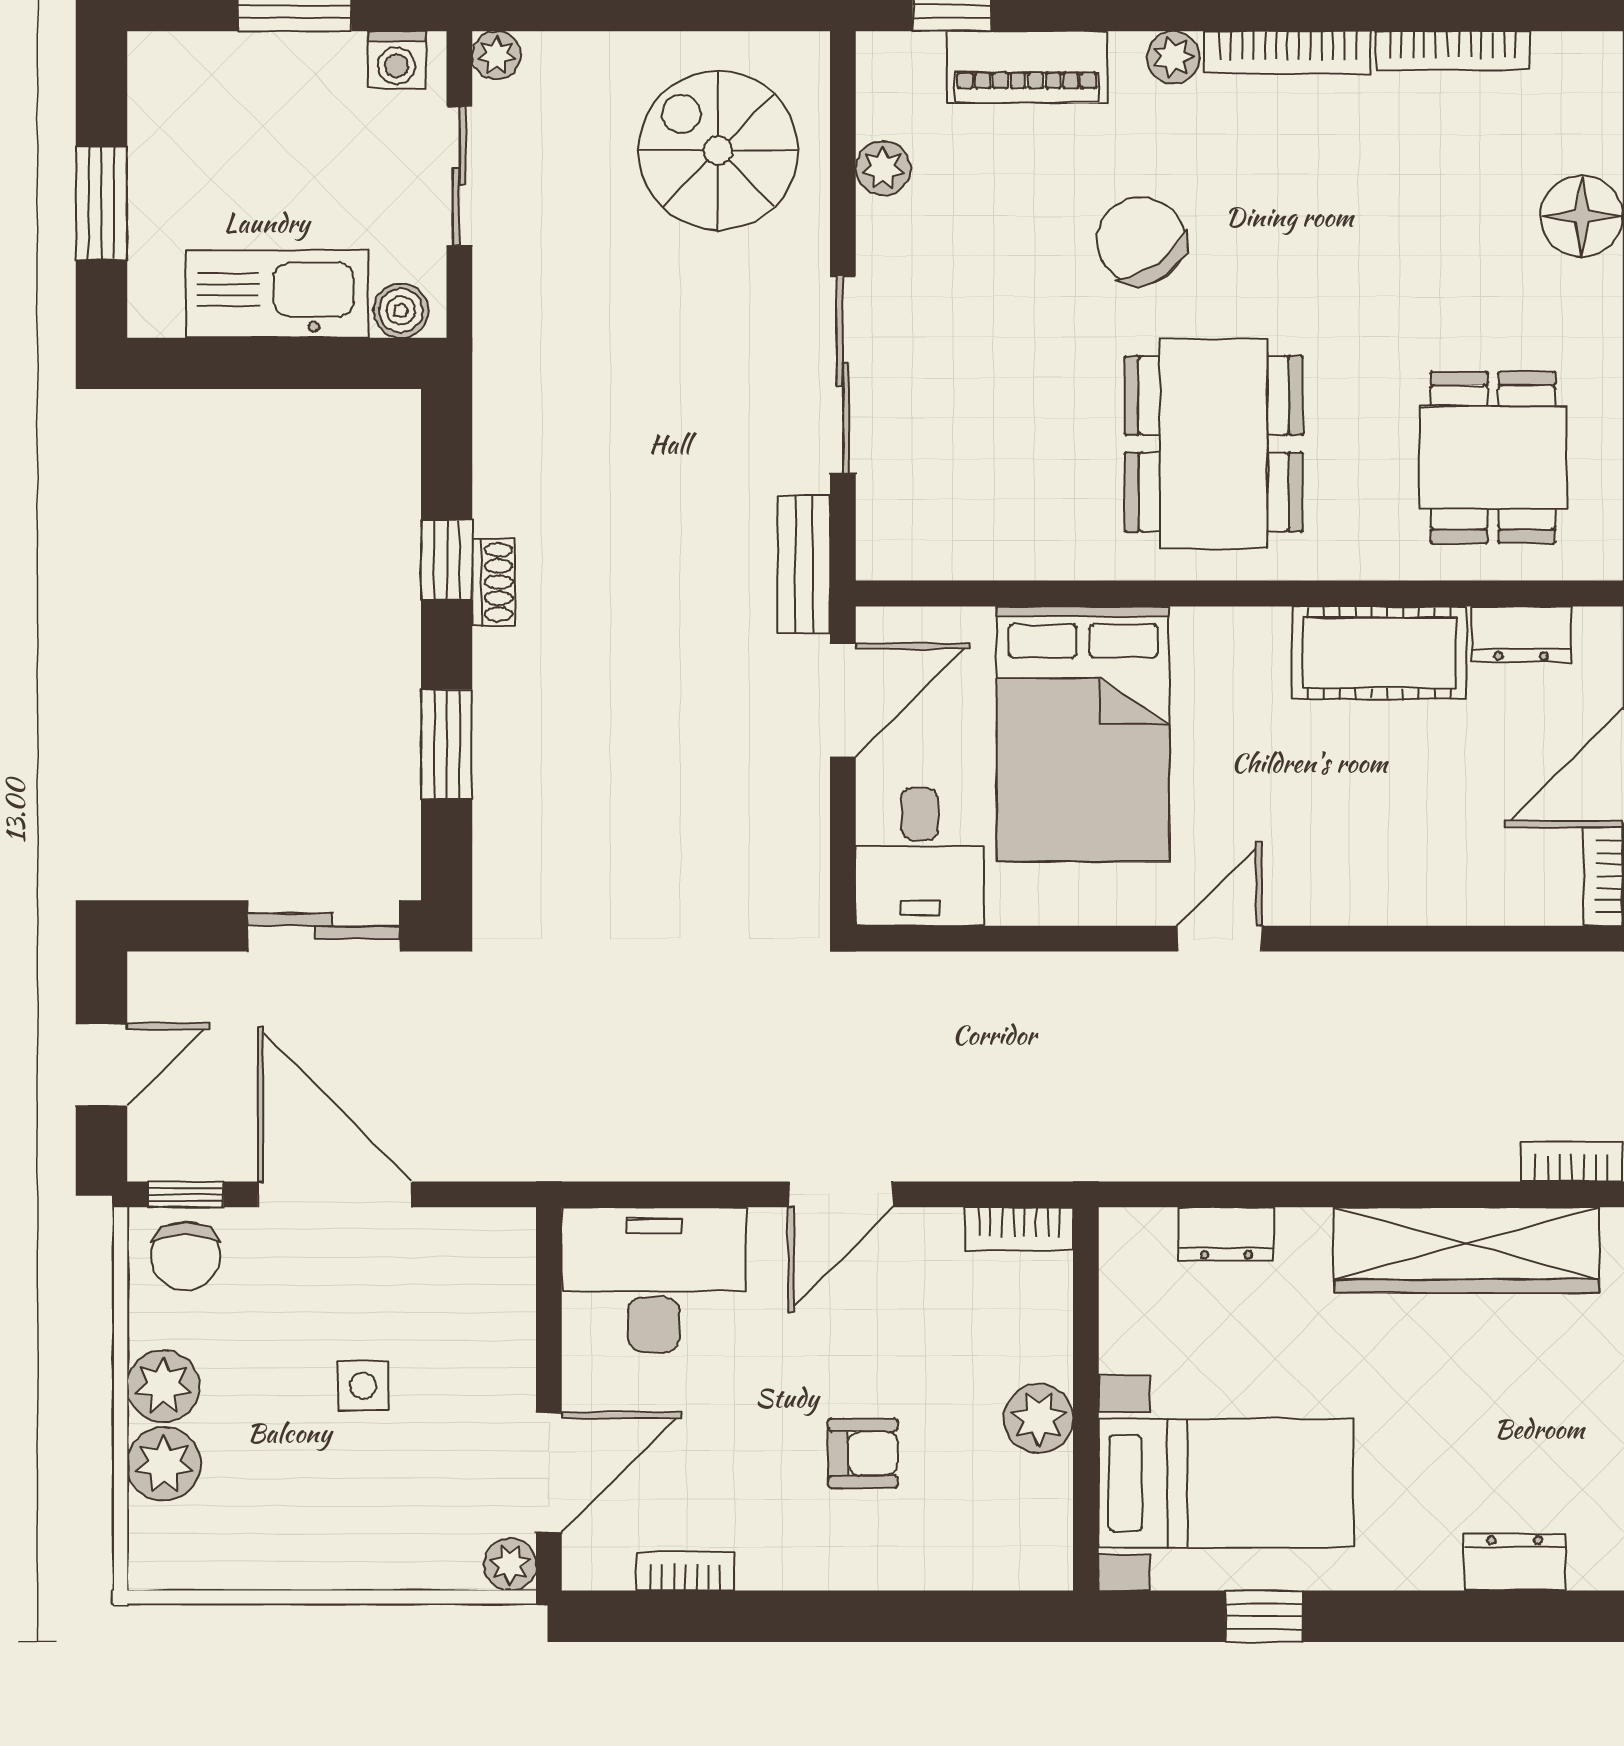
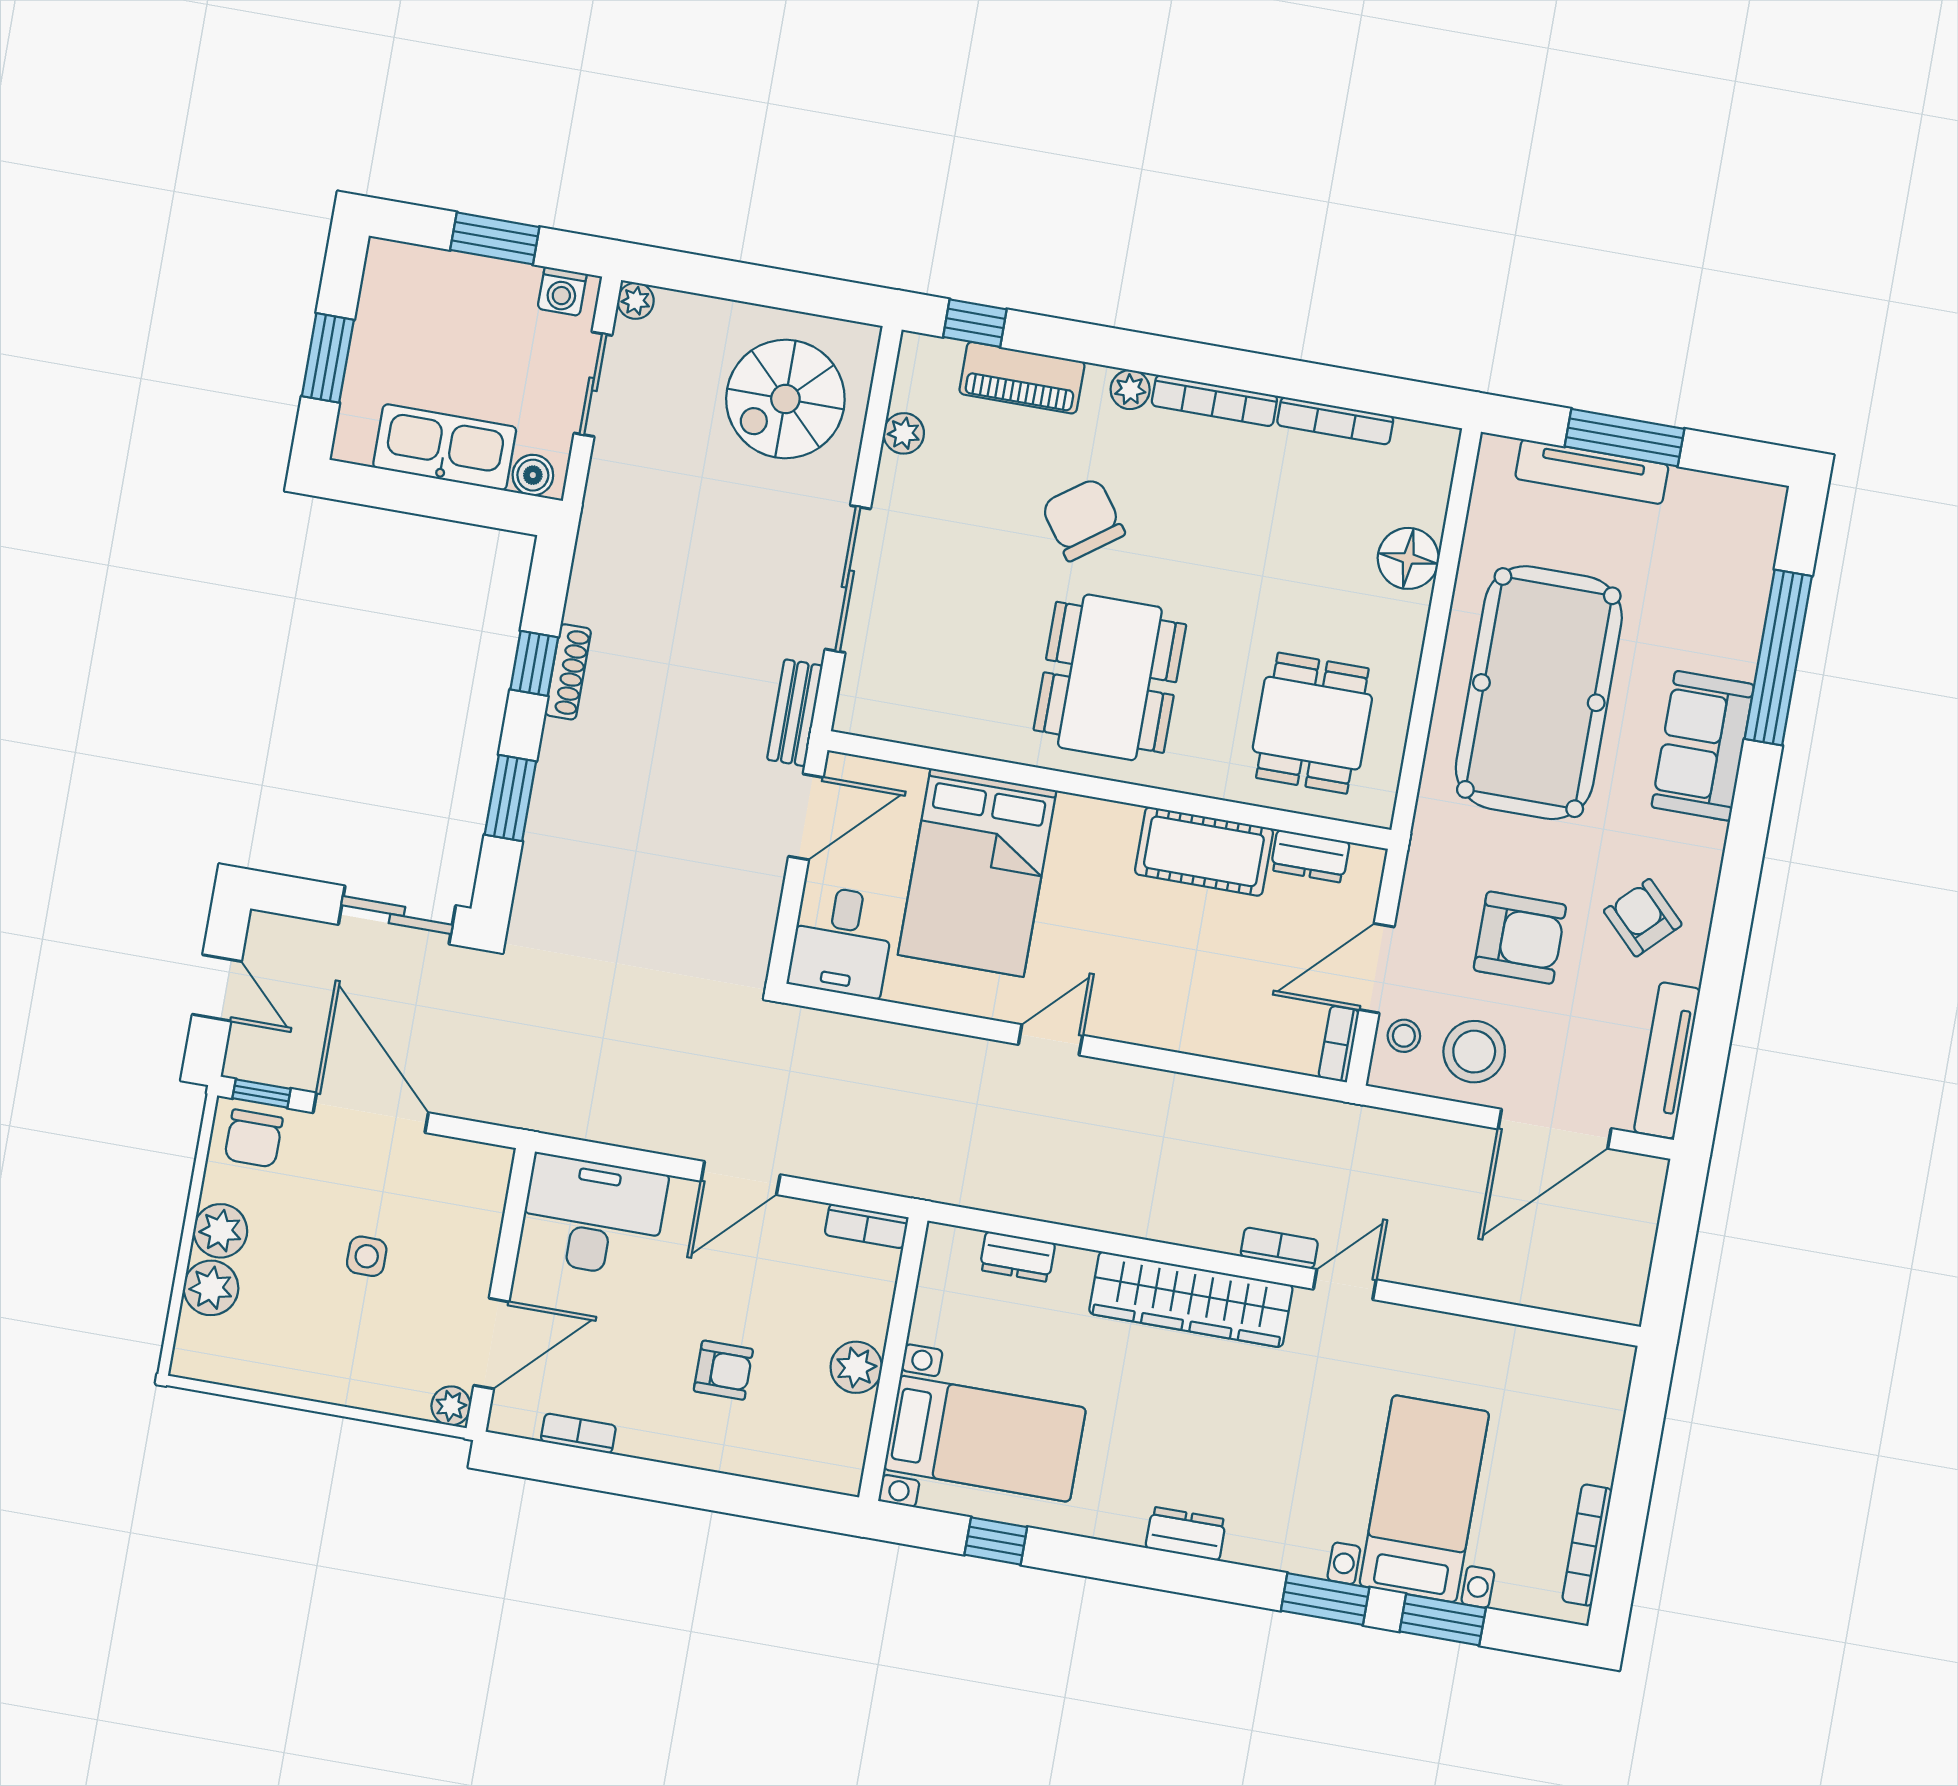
spiral stairs: (718, 150) -> (785, 399), turned -90
shoe rack: (493, 582) -> (568, 672), width x1.43
door: (101, 1065) -> (217, 988), hinge flipped

